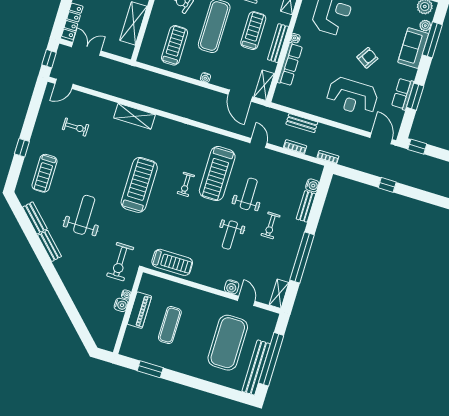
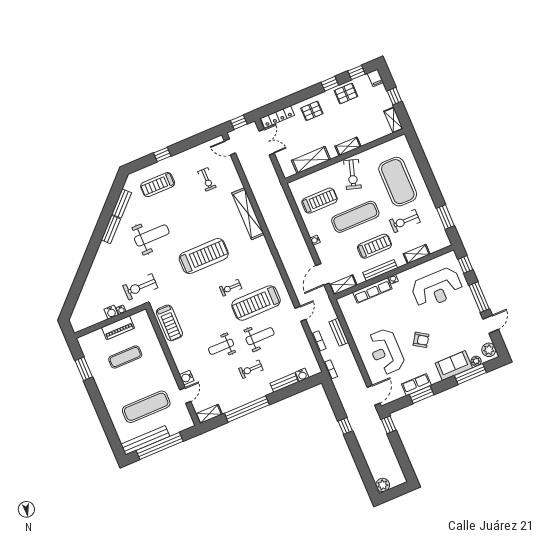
shelving: (135, 116) -> (248, 214), width x1.47
exercise mat: (228, 343) -> (146, 407), width x0.68

